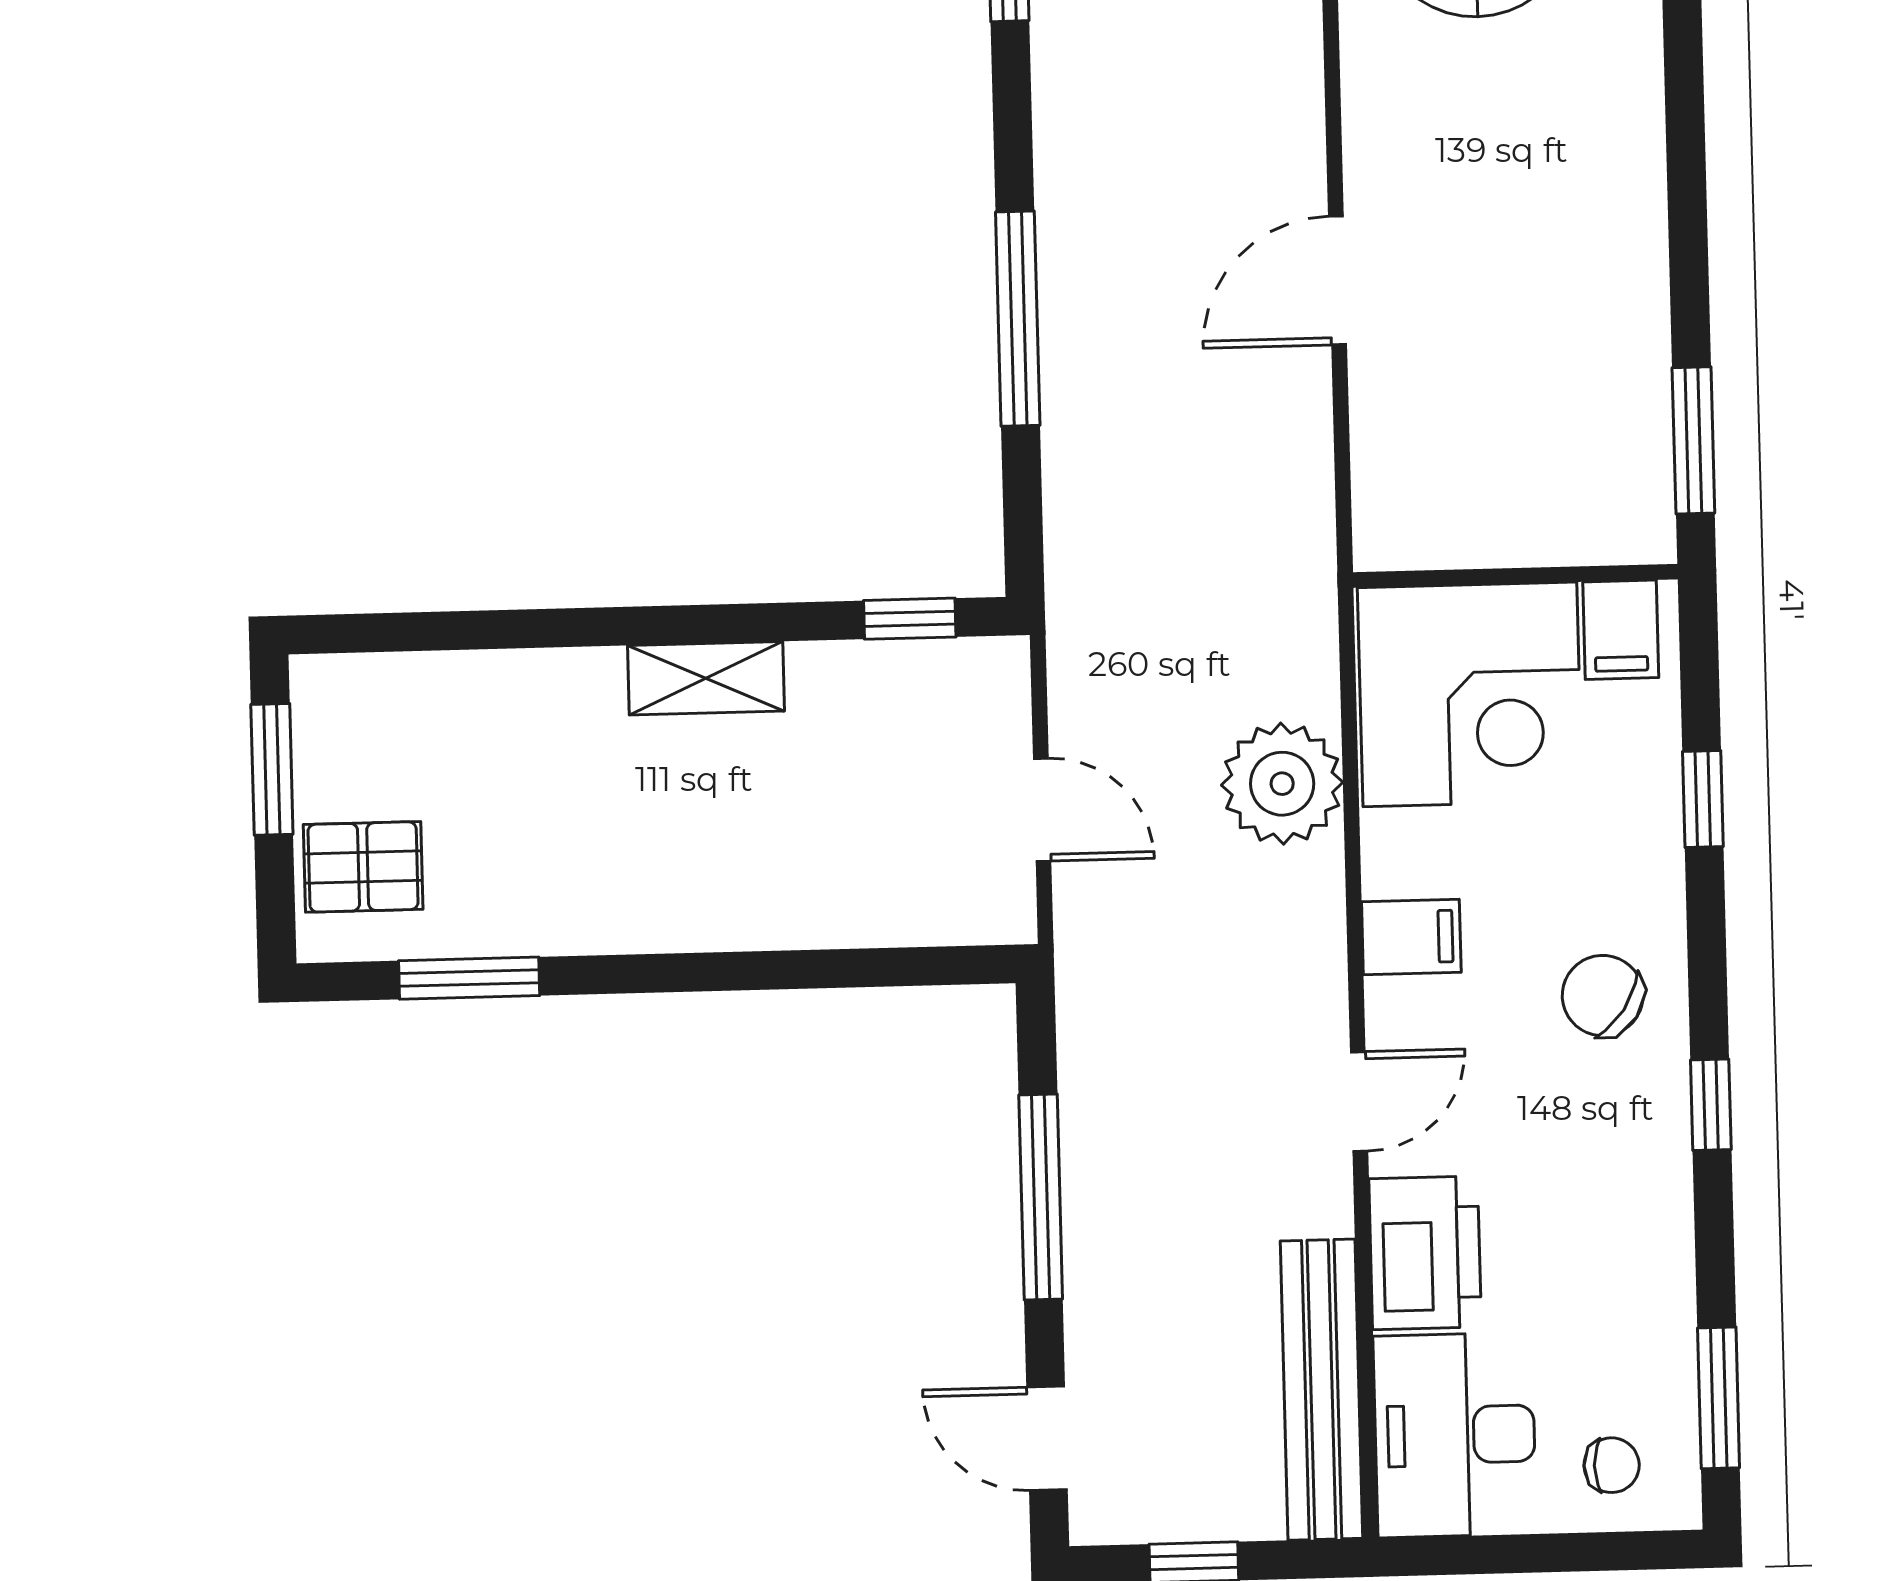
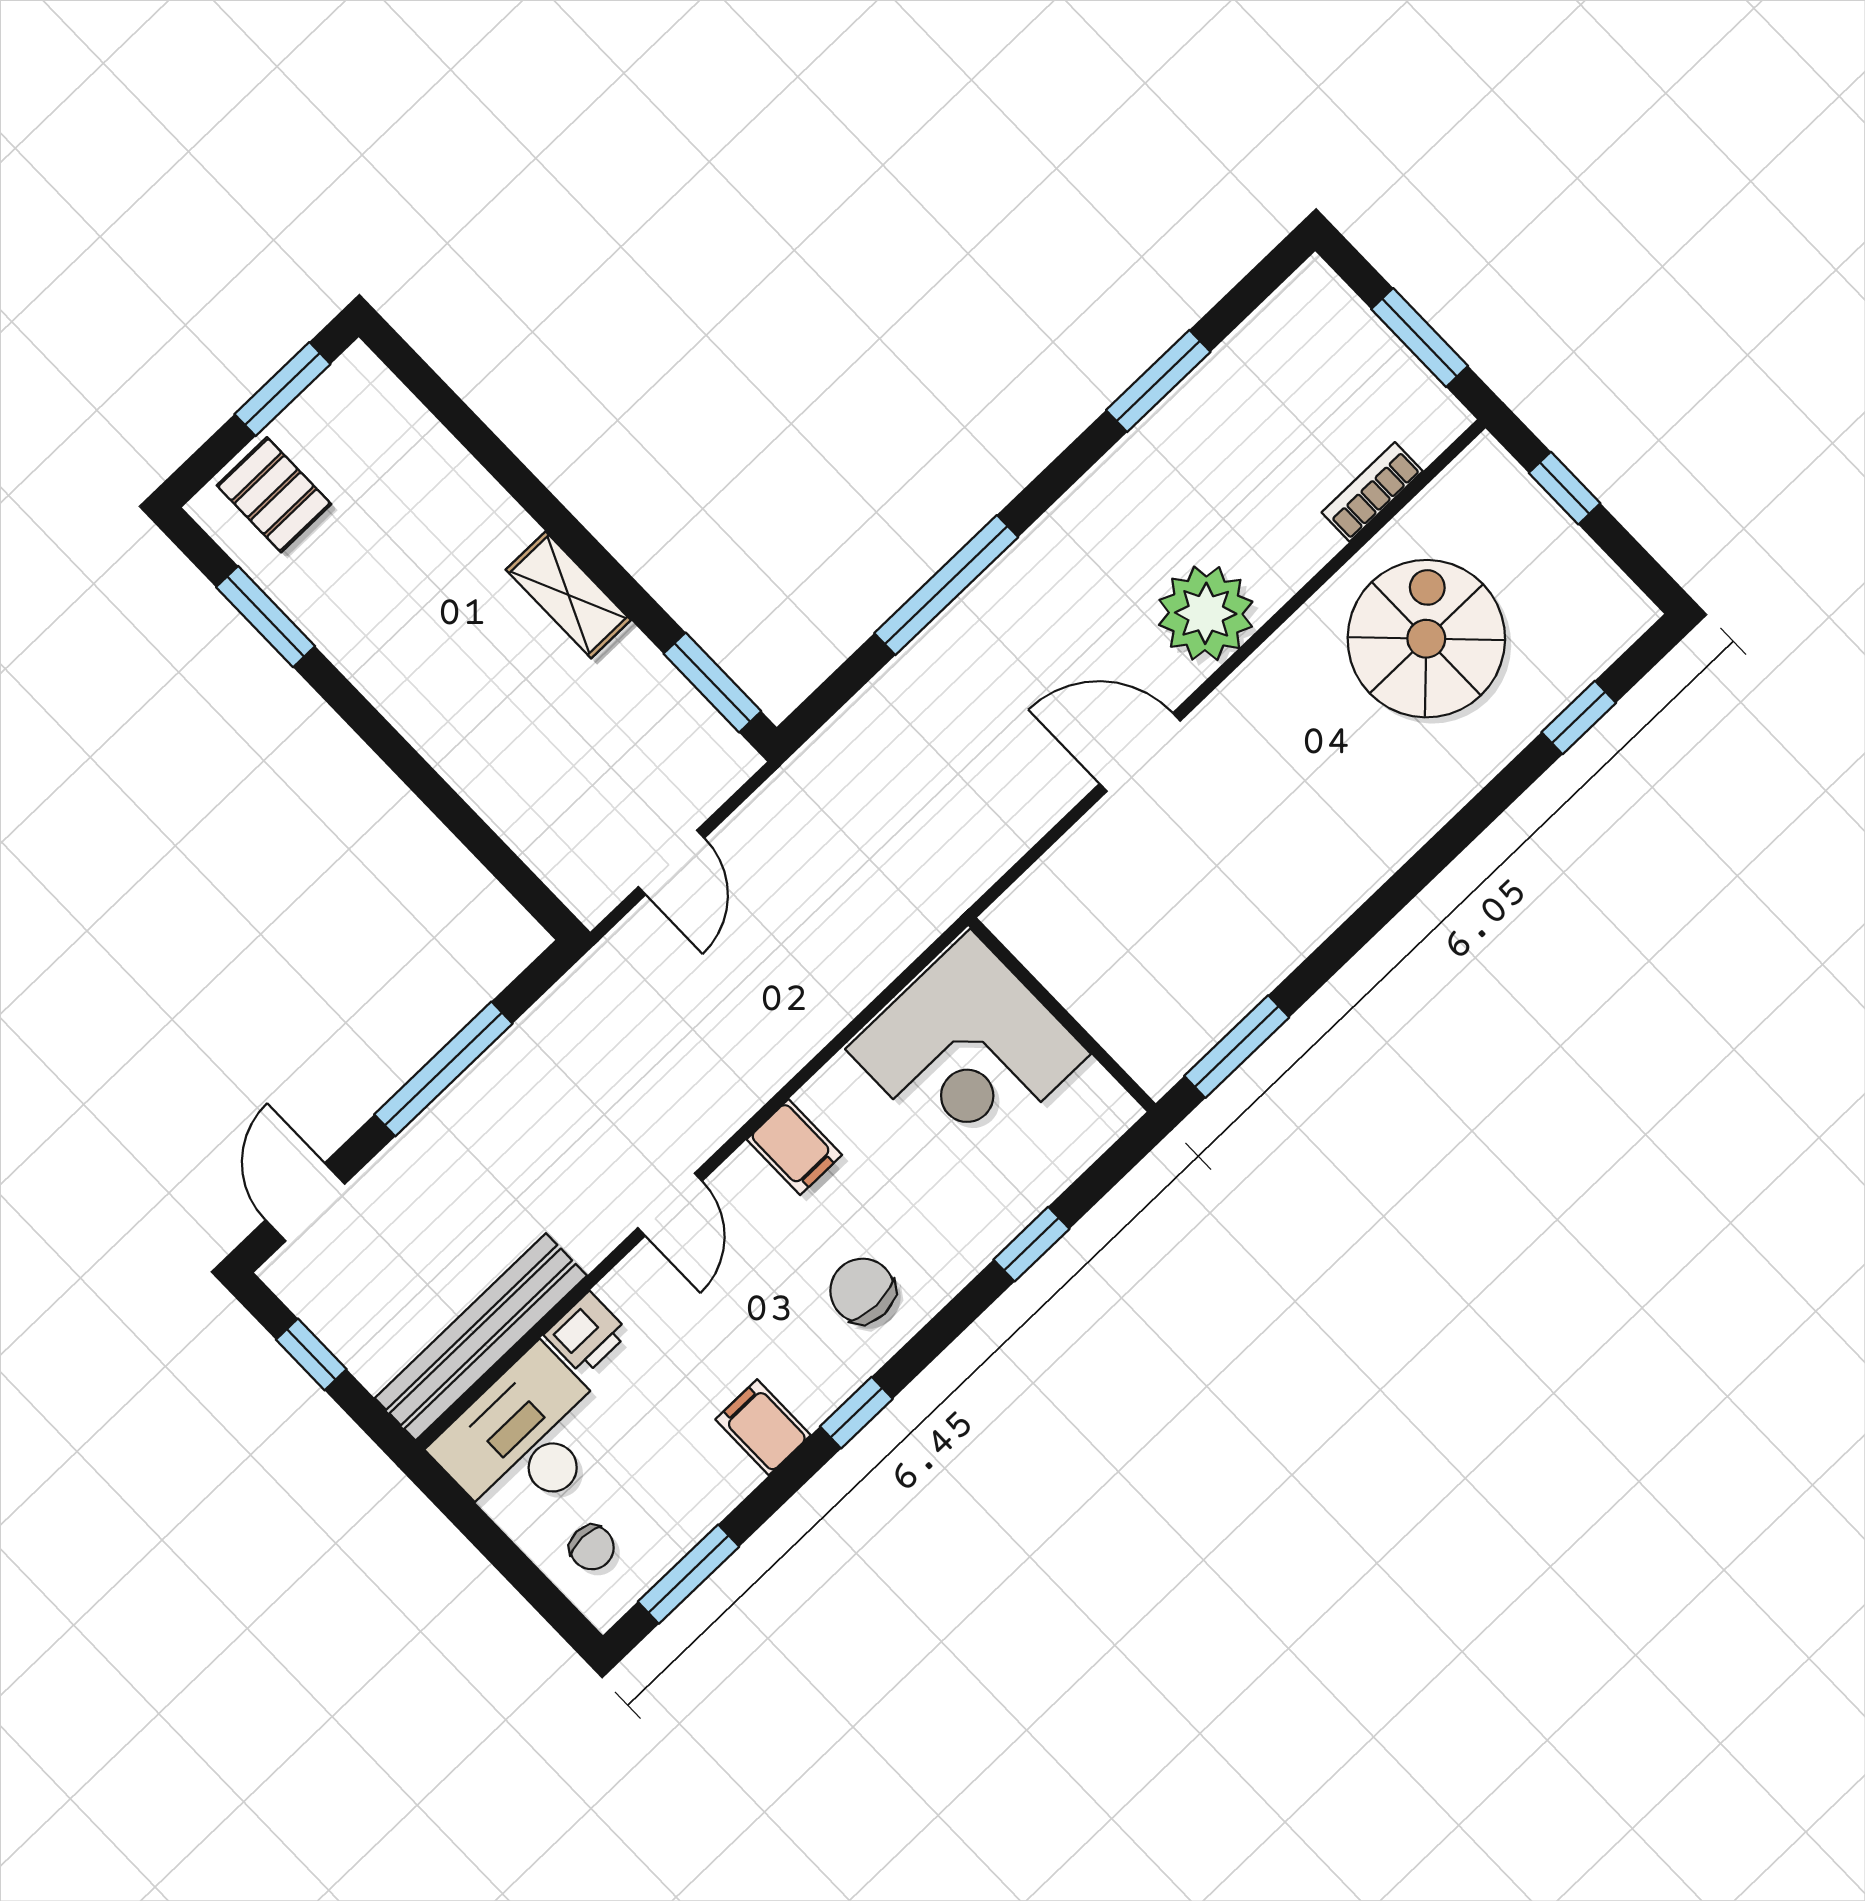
window: (910, 619) -> (712, 682), width x1.50
filing cabinet: (1621, 630) -> (763, 1427), moved, turned 90
plant: (1282, 784) -> (1206, 613), moved
chair: (1603, 996) -> (862, 1291), turned -34
door: (1359, 1101) -> (670, 1205), hinge flipped
printer: (1425, 1253) -> (587, 1334), width x0.53, depth x0.68

